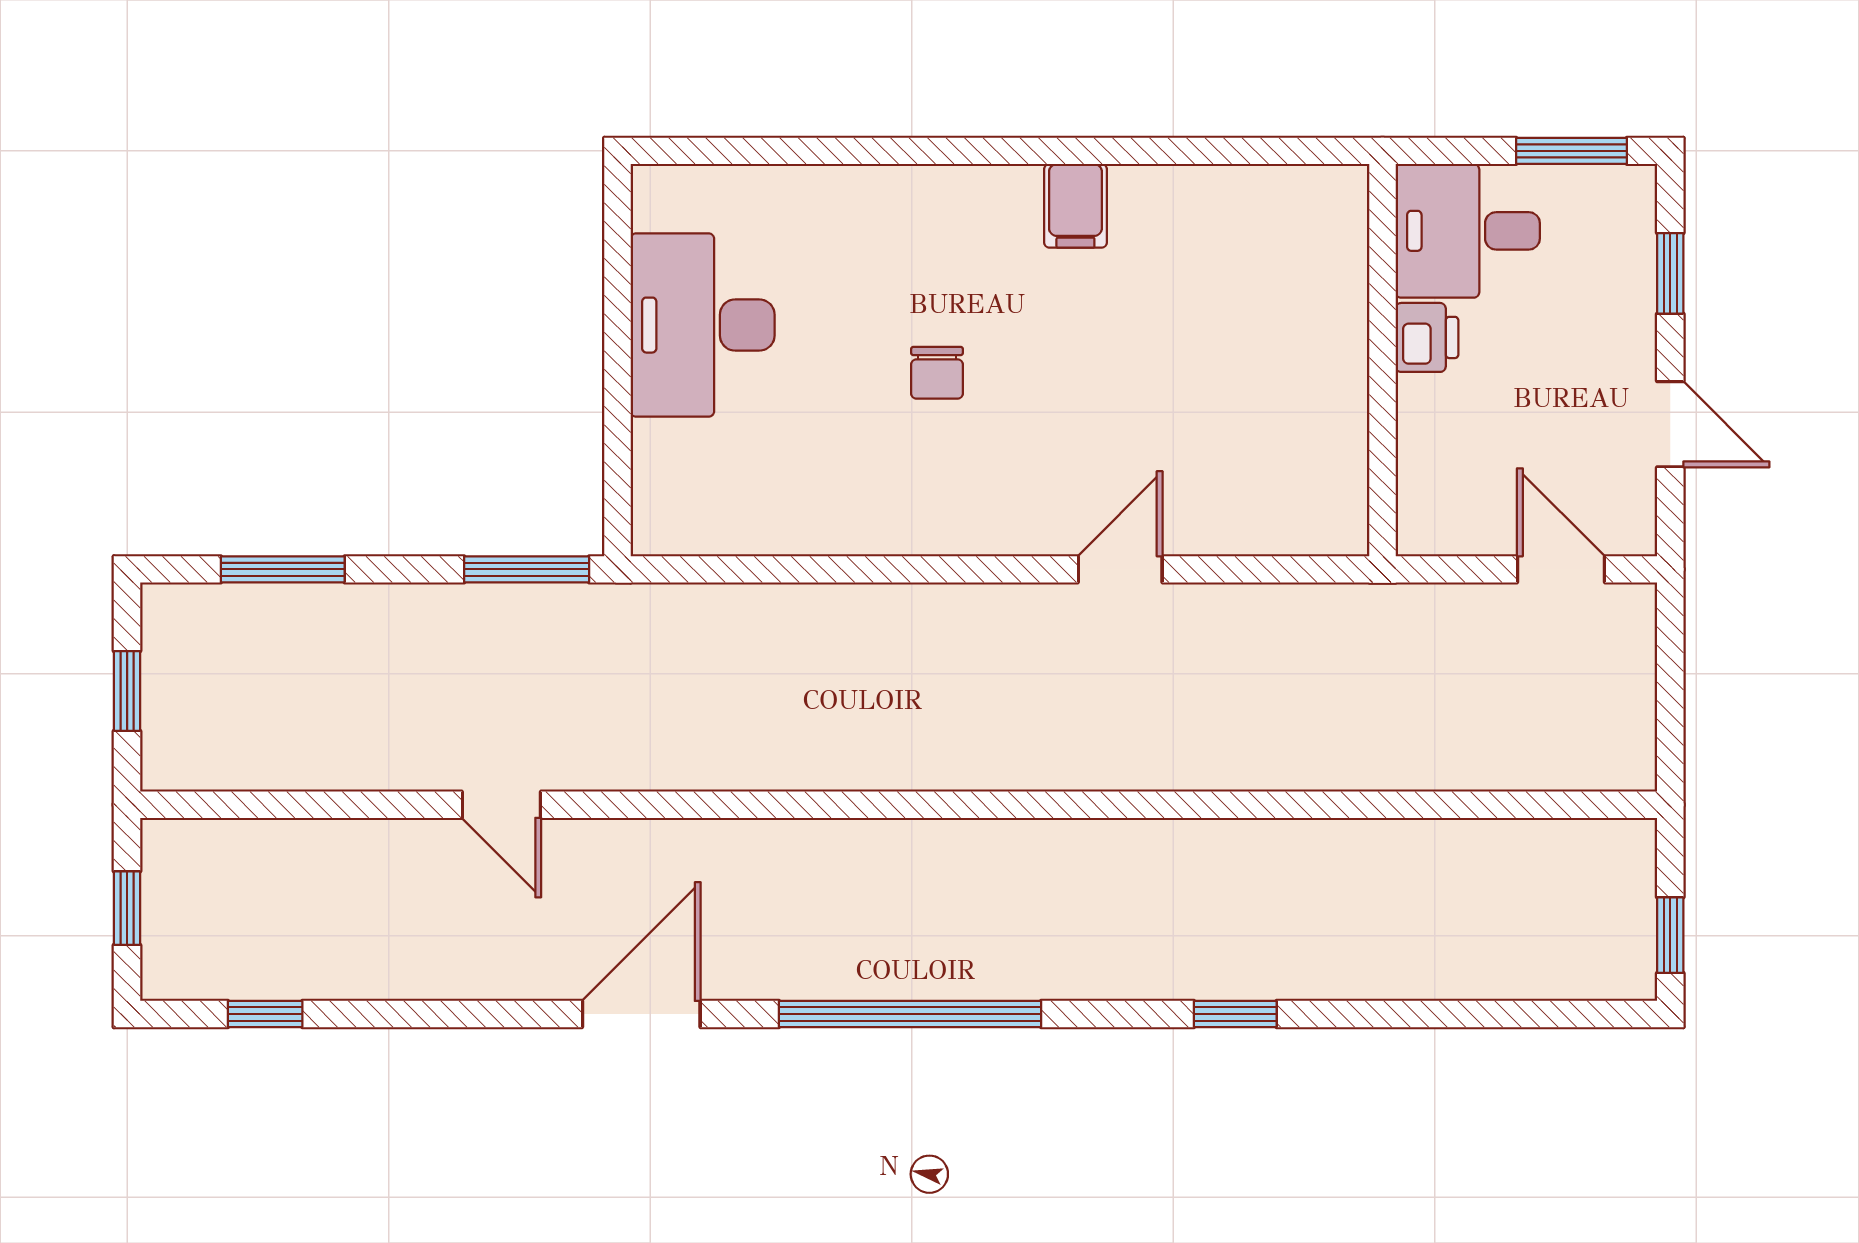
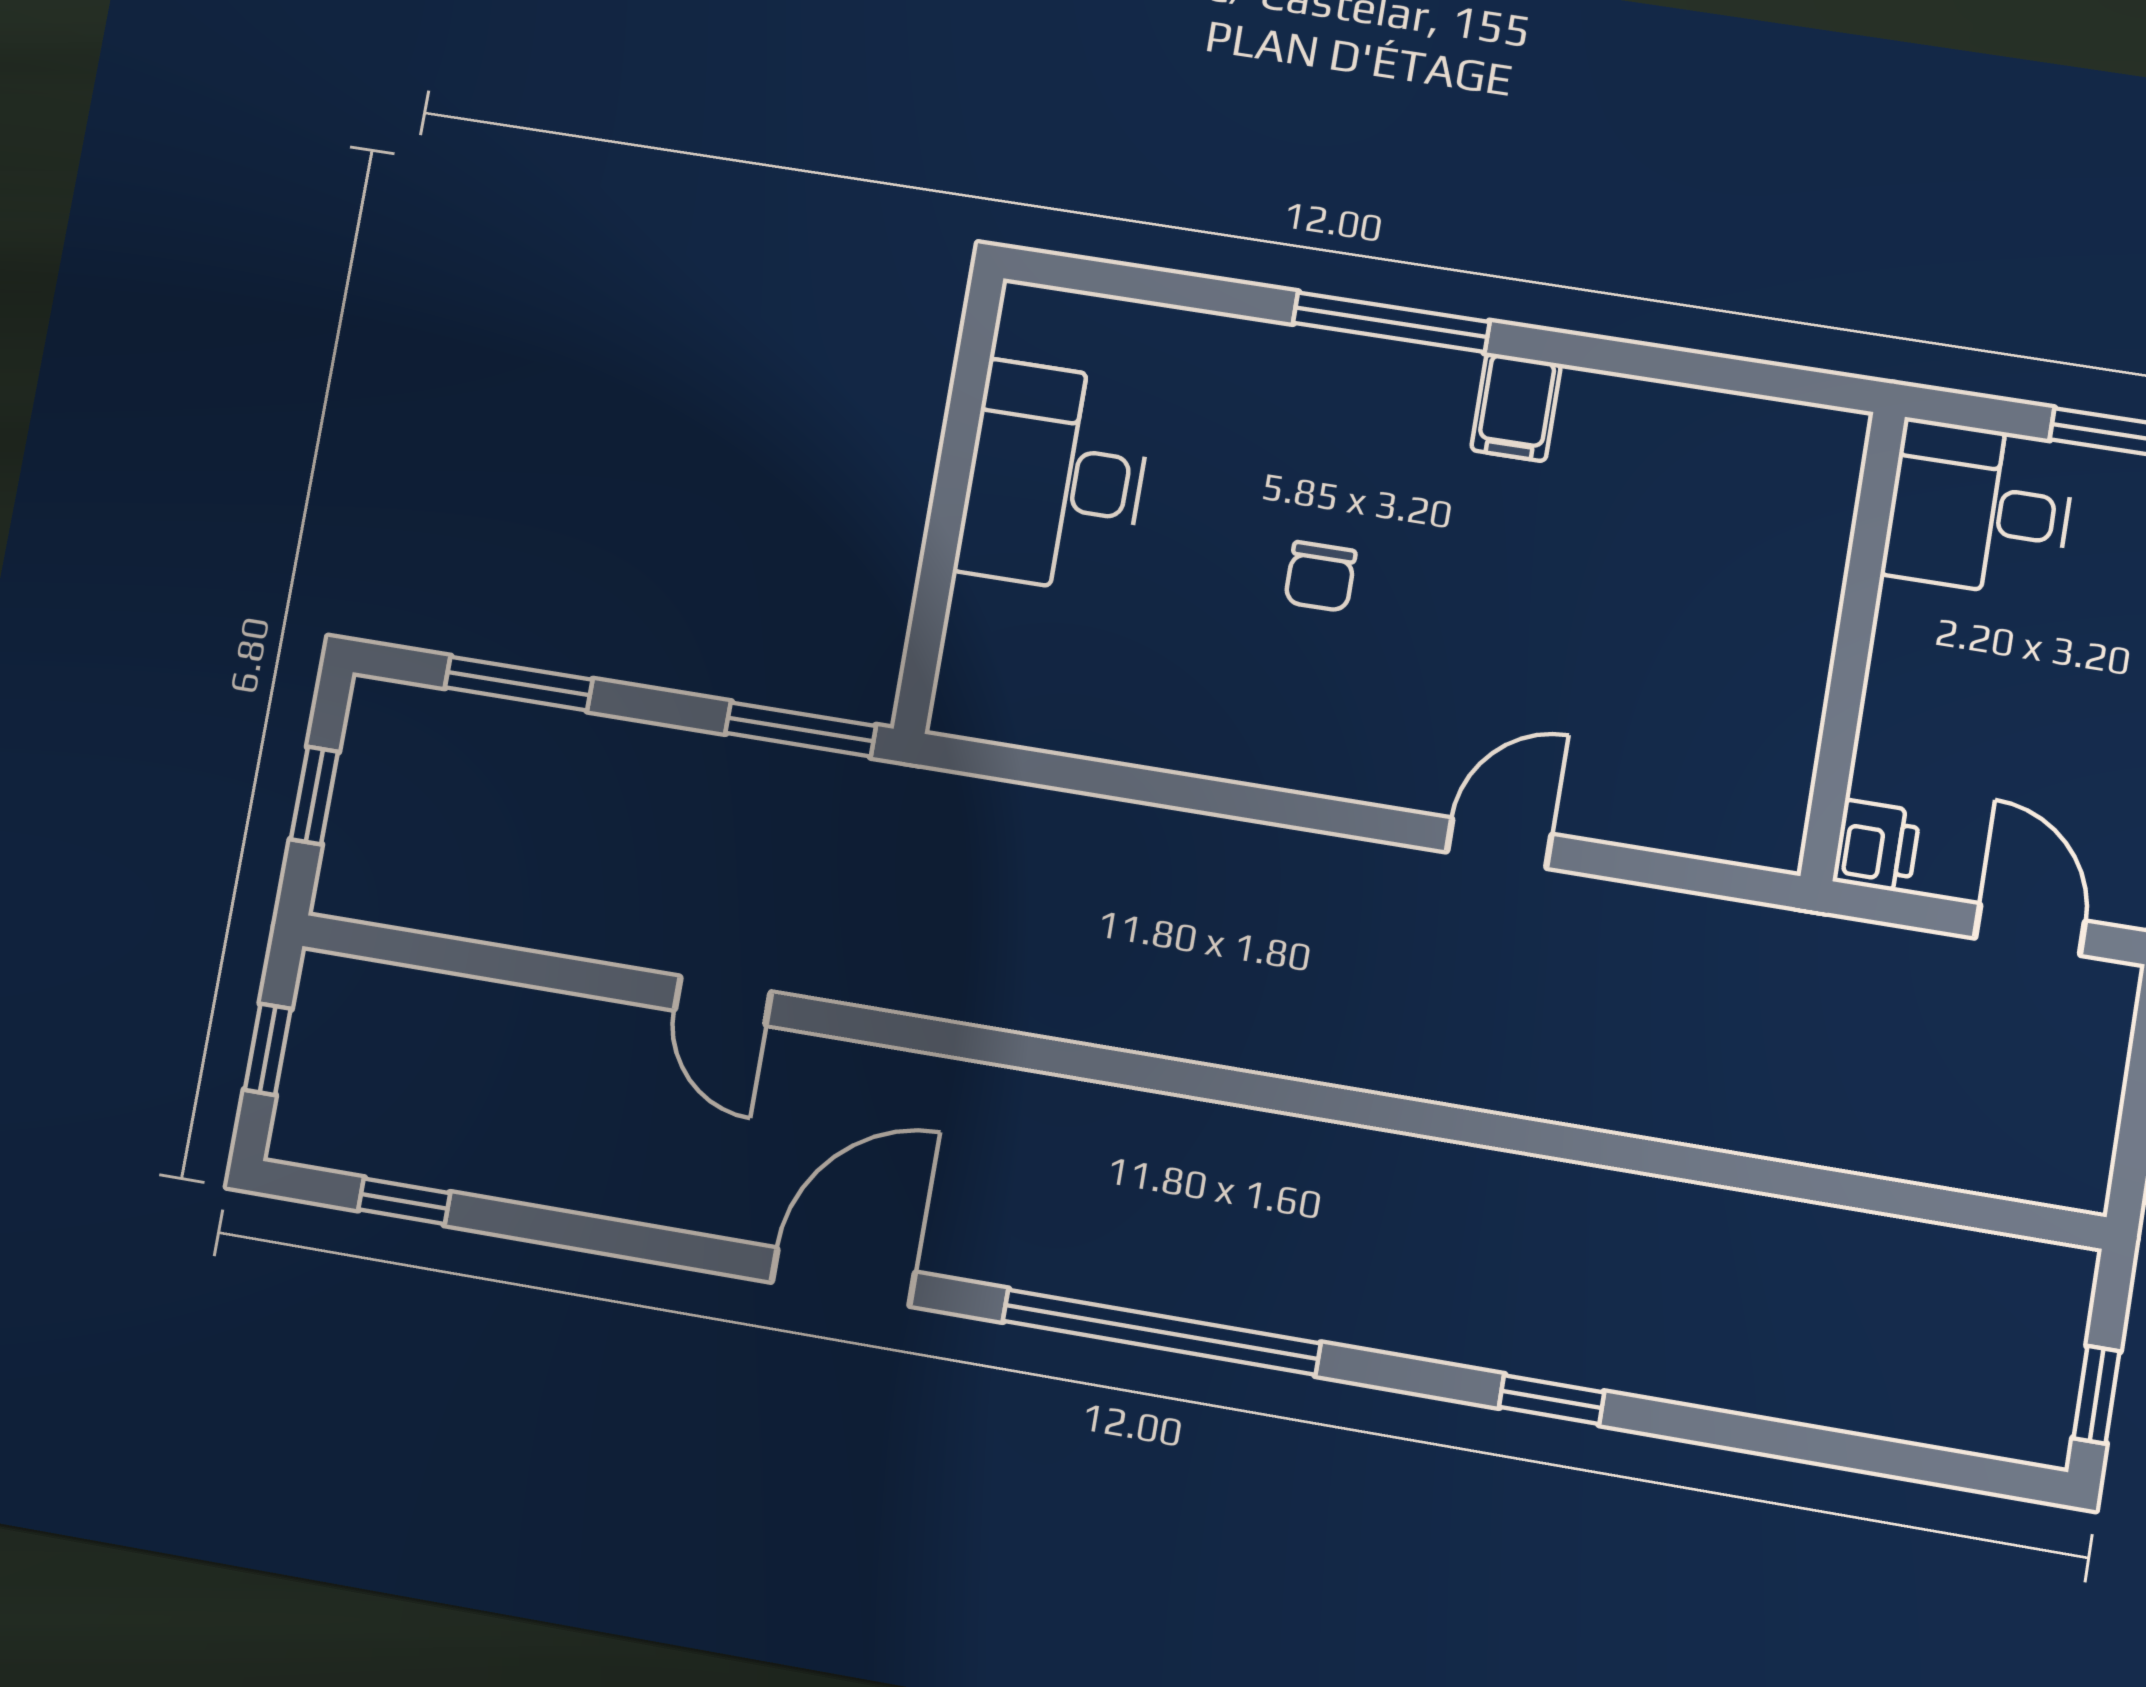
window: (961, 151) -> (1391, 322), added
printer: (1427, 337) -> (1876, 846), moved

